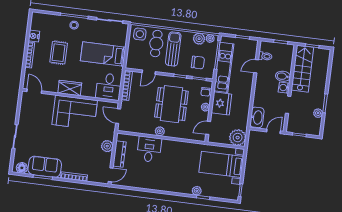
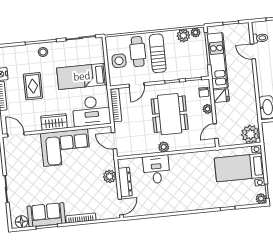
side table: (140, 34) -> (119, 61), moved
chair: (198, 63) -> (188, 62), removed
door: (256, 66) -> (253, 52), hinge flipped
desk: (109, 87) -> (91, 111), width x1.37
fridge: (221, 103) -> (221, 96), width x0.53, depth x0.75
plant: (197, 191) -> (261, 199), moved

